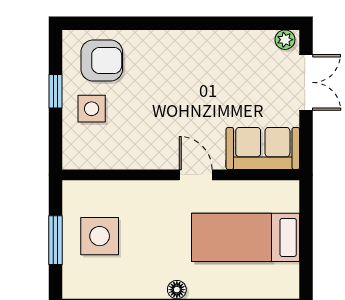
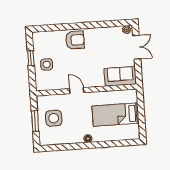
armchair: (102, 60) -> (75, 40), moved
door: (196, 175) -> (77, 91), moved

